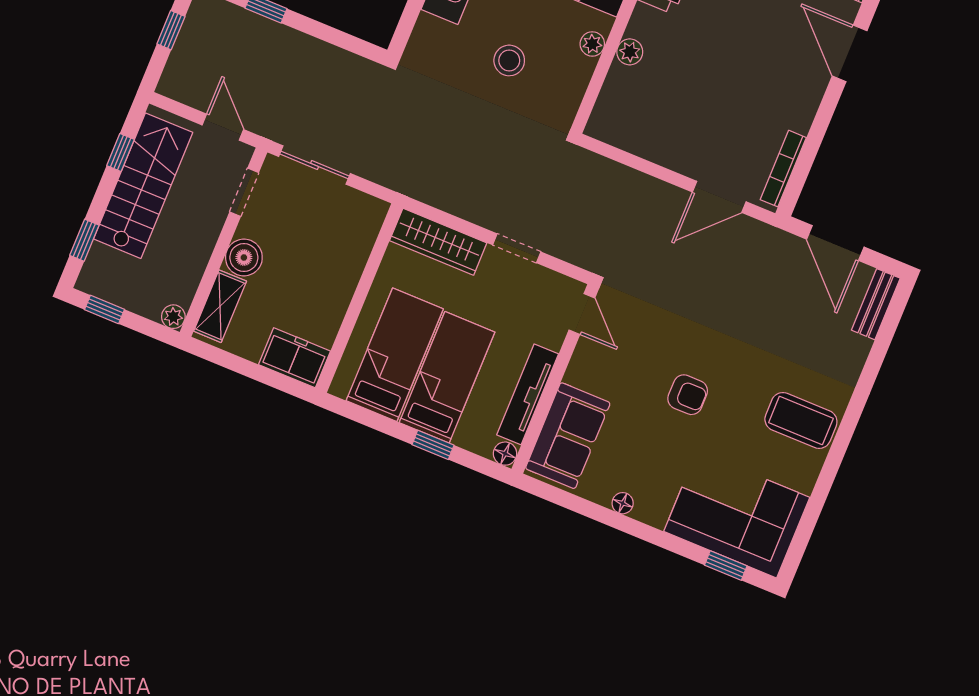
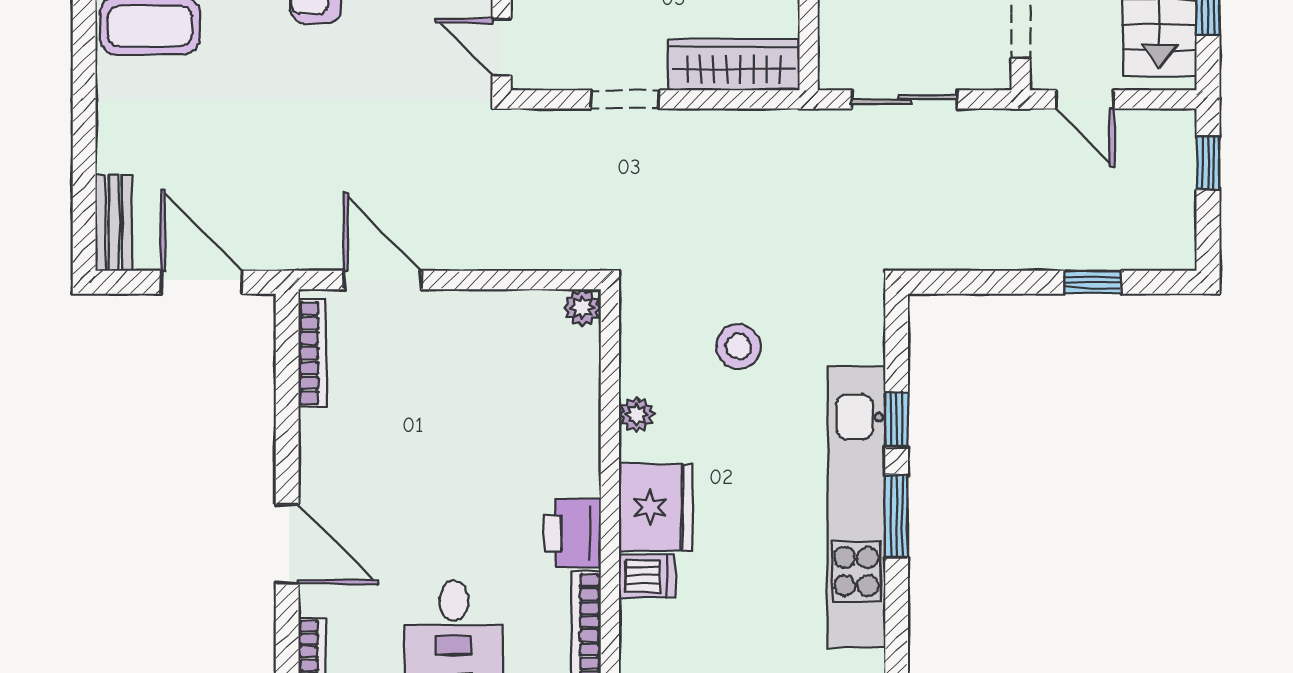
window: (171, 30) -> (1208, 163), moved
plant: (630, 52) -> (582, 308), moved
sliding door: (315, 165) -> (904, 99), moved
door: (719, 197) -> (382, 280), hinge flipped

